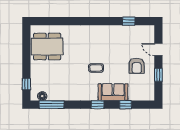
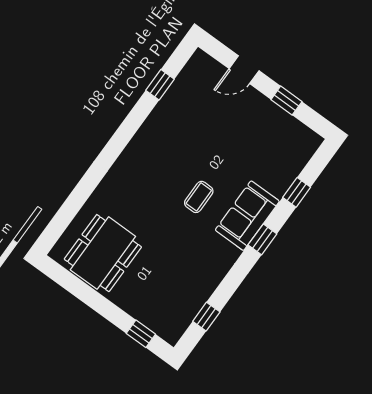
armchair: (137, 66) -> (245, 126), removed
sofa: (113, 92) -> (247, 216), moved
floor lamp: (42, 96) -> (180, 322), removed
window: (52, 105) -> (206, 317), width x0.46

